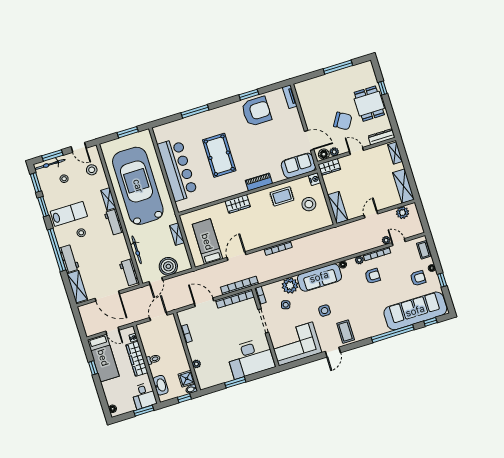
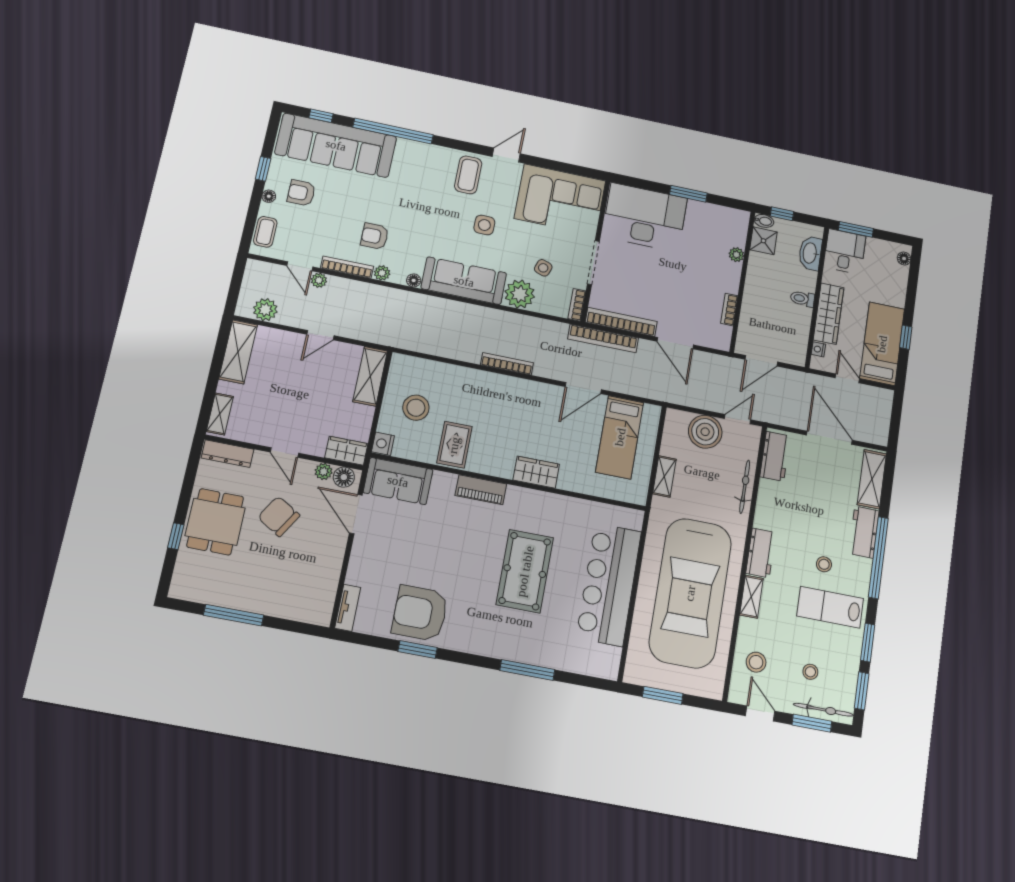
rug: (282, 196) -> (454, 445), turned 90

